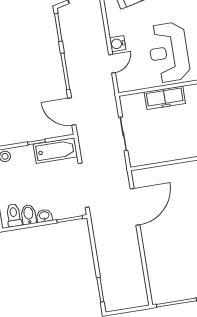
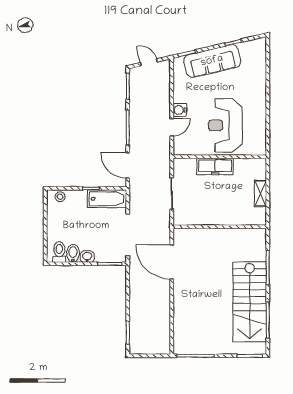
door: (135, 207) -> (172, 262), swing flipped

